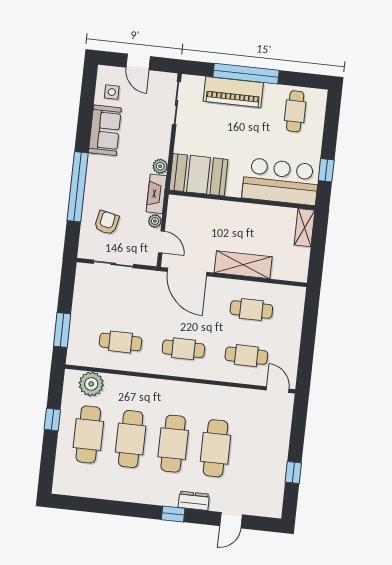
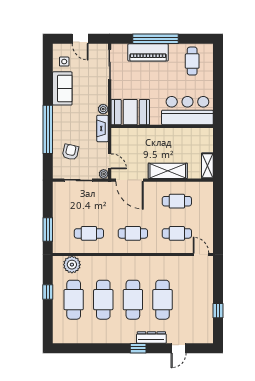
window: (326, 170) -> (218, 99), removed
plant: (155, 221) -> (104, 174), moved
shelving: (304, 228) -> (207, 166), moved
dresser: (194, 501) -> (151, 338), width x1.44

